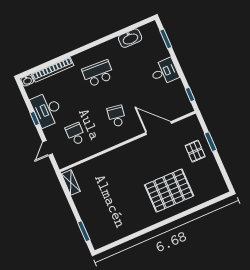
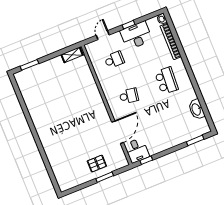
desk: (164, 72) -> (137, 150), moved
door: (48, 148) -> (103, 35), hinge flipped
pallet: (169, 190) -> (63, 140), removed

